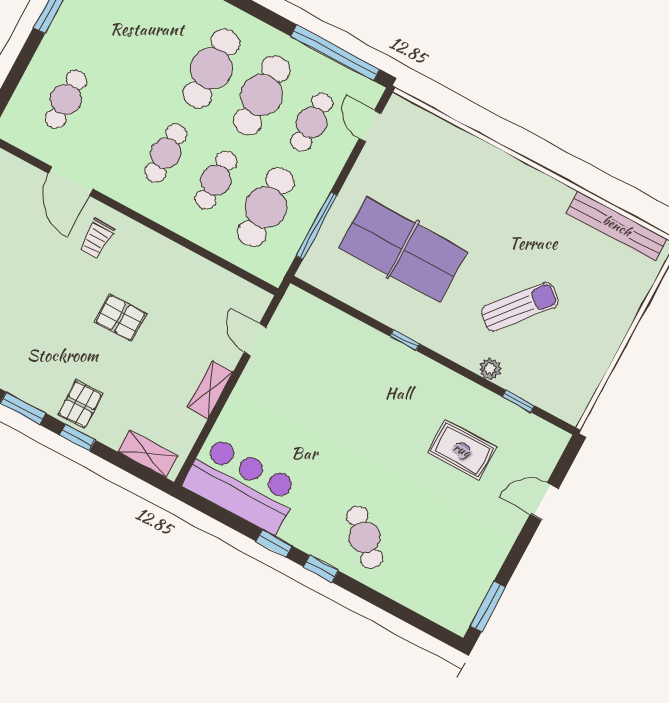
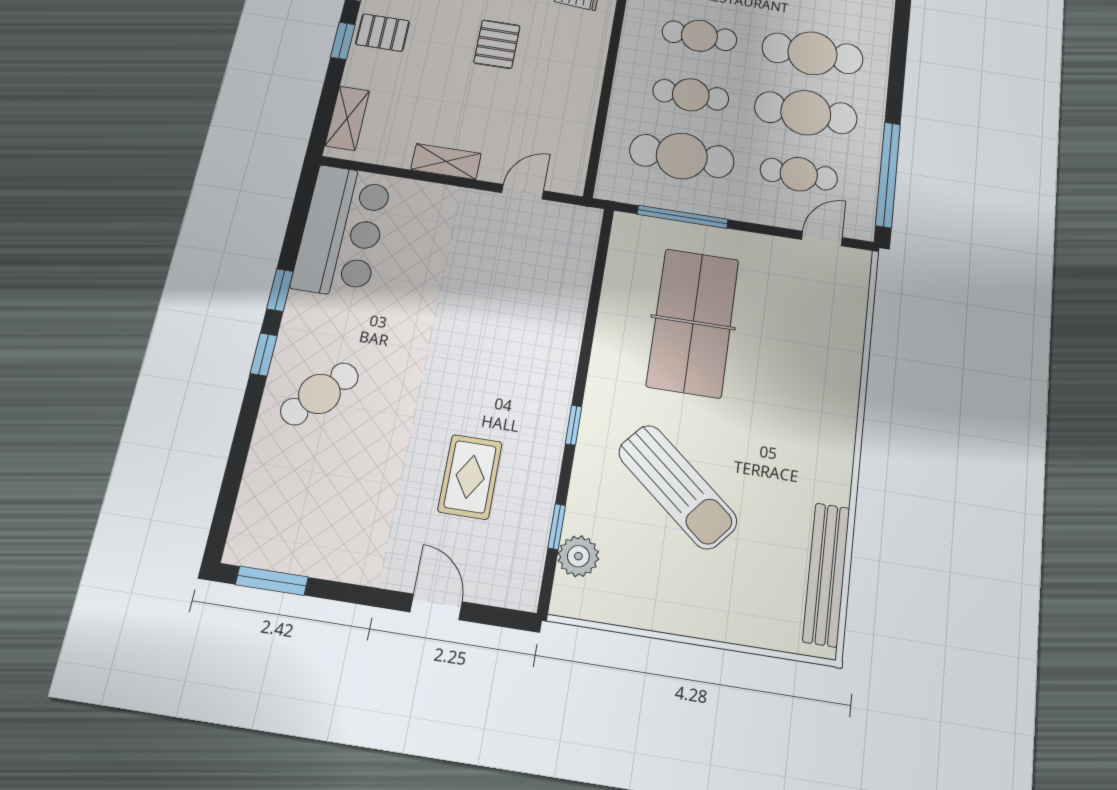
sun lounger: (520, 307) -> (677, 487), width x1.36, depth x1.34
window: (405, 340) -> (574, 425), moved
plant: (490, 369) -> (578, 556), moved, width x1.38, depth x1.38

